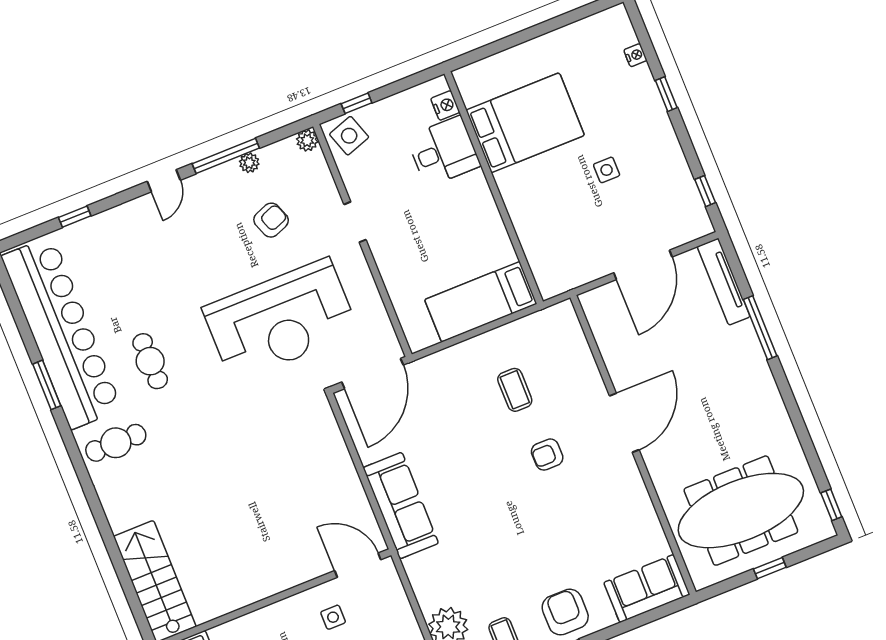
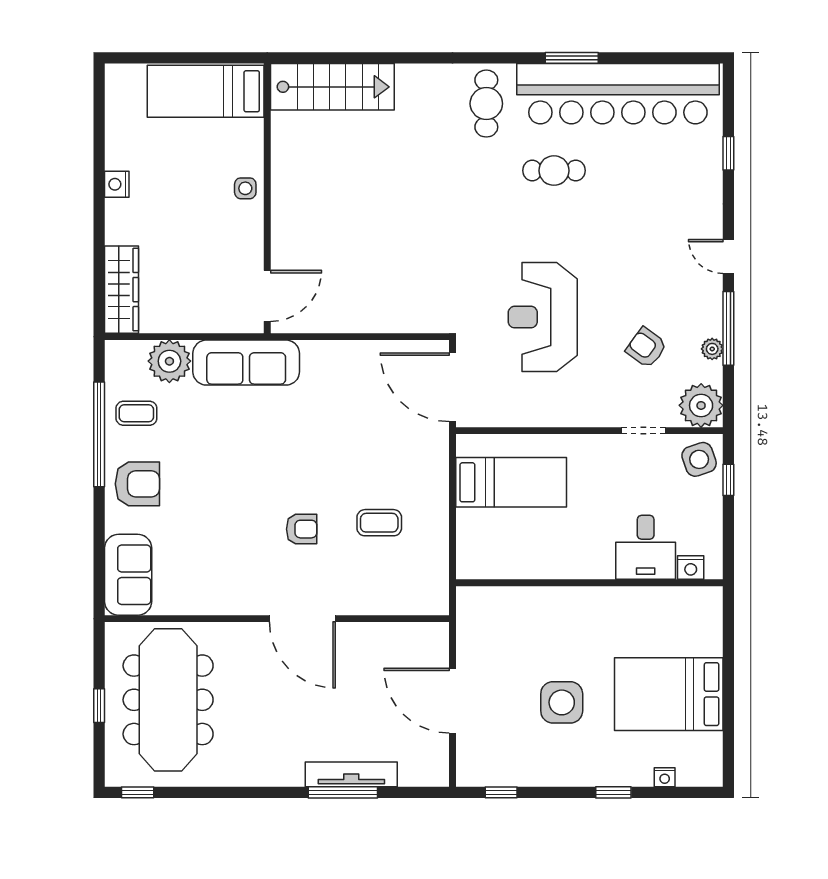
bed: (525, 123) -> (669, 694), moved, turned 90
plant: (307, 140) -> (701, 405), width x1.87, depth x1.87
side table: (607, 170) -> (562, 702), width x1.87, depth x1.87
armchair: (271, 220) -> (646, 348), turned 147
doorway: (355, 222) -> (644, 431), moved
tv unit: (724, 282) -> (351, 774), moved
bed: (481, 302) -> (511, 482), moved, turned 90
reception desk: (281, 320) -> (543, 317), width x0.74, depth x0.77
armchair: (547, 455) -> (302, 529), turned 90
sofa: (401, 506) -> (246, 363), moved
side table: (333, 617) -> (245, 188), moved

